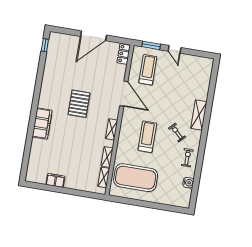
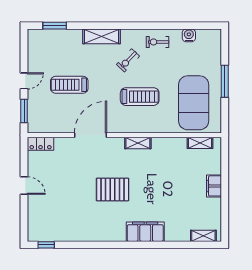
door: (94, 36) -> (24, 186), width x0.53
treadmill: (148, 70) -> (69, 85), moved
window: (213, 80) -> (55, 26), added
treadmill: (147, 137) -> (140, 97), turned 180
shelving: (107, 157) -> (203, 236), moved
filing cabinet: (55, 180) -> (214, 186), moved
window: (148, 205) -> (225, 81), added

